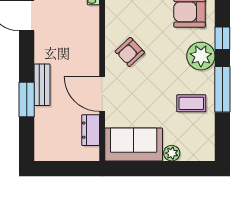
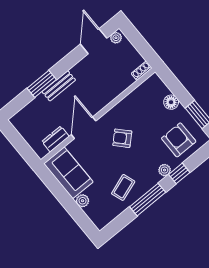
armchair: (130, 52) -> (122, 138), moved
plant: (201, 56) -> (165, 170), width x0.53, depth x0.53
coffee table: (191, 103) -> (123, 187), turned 71

